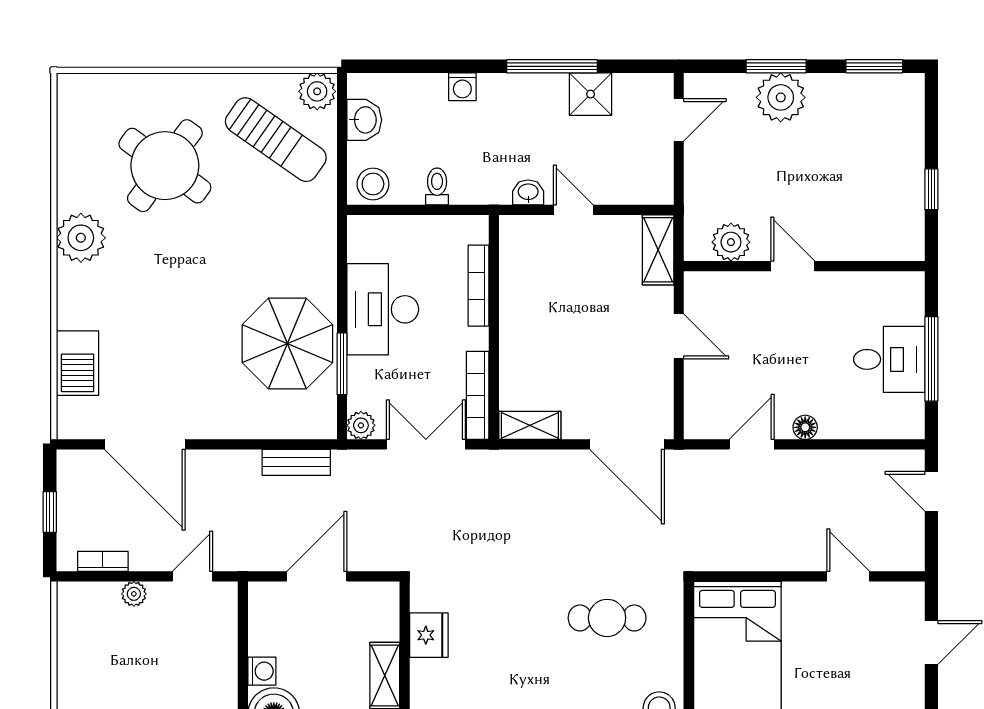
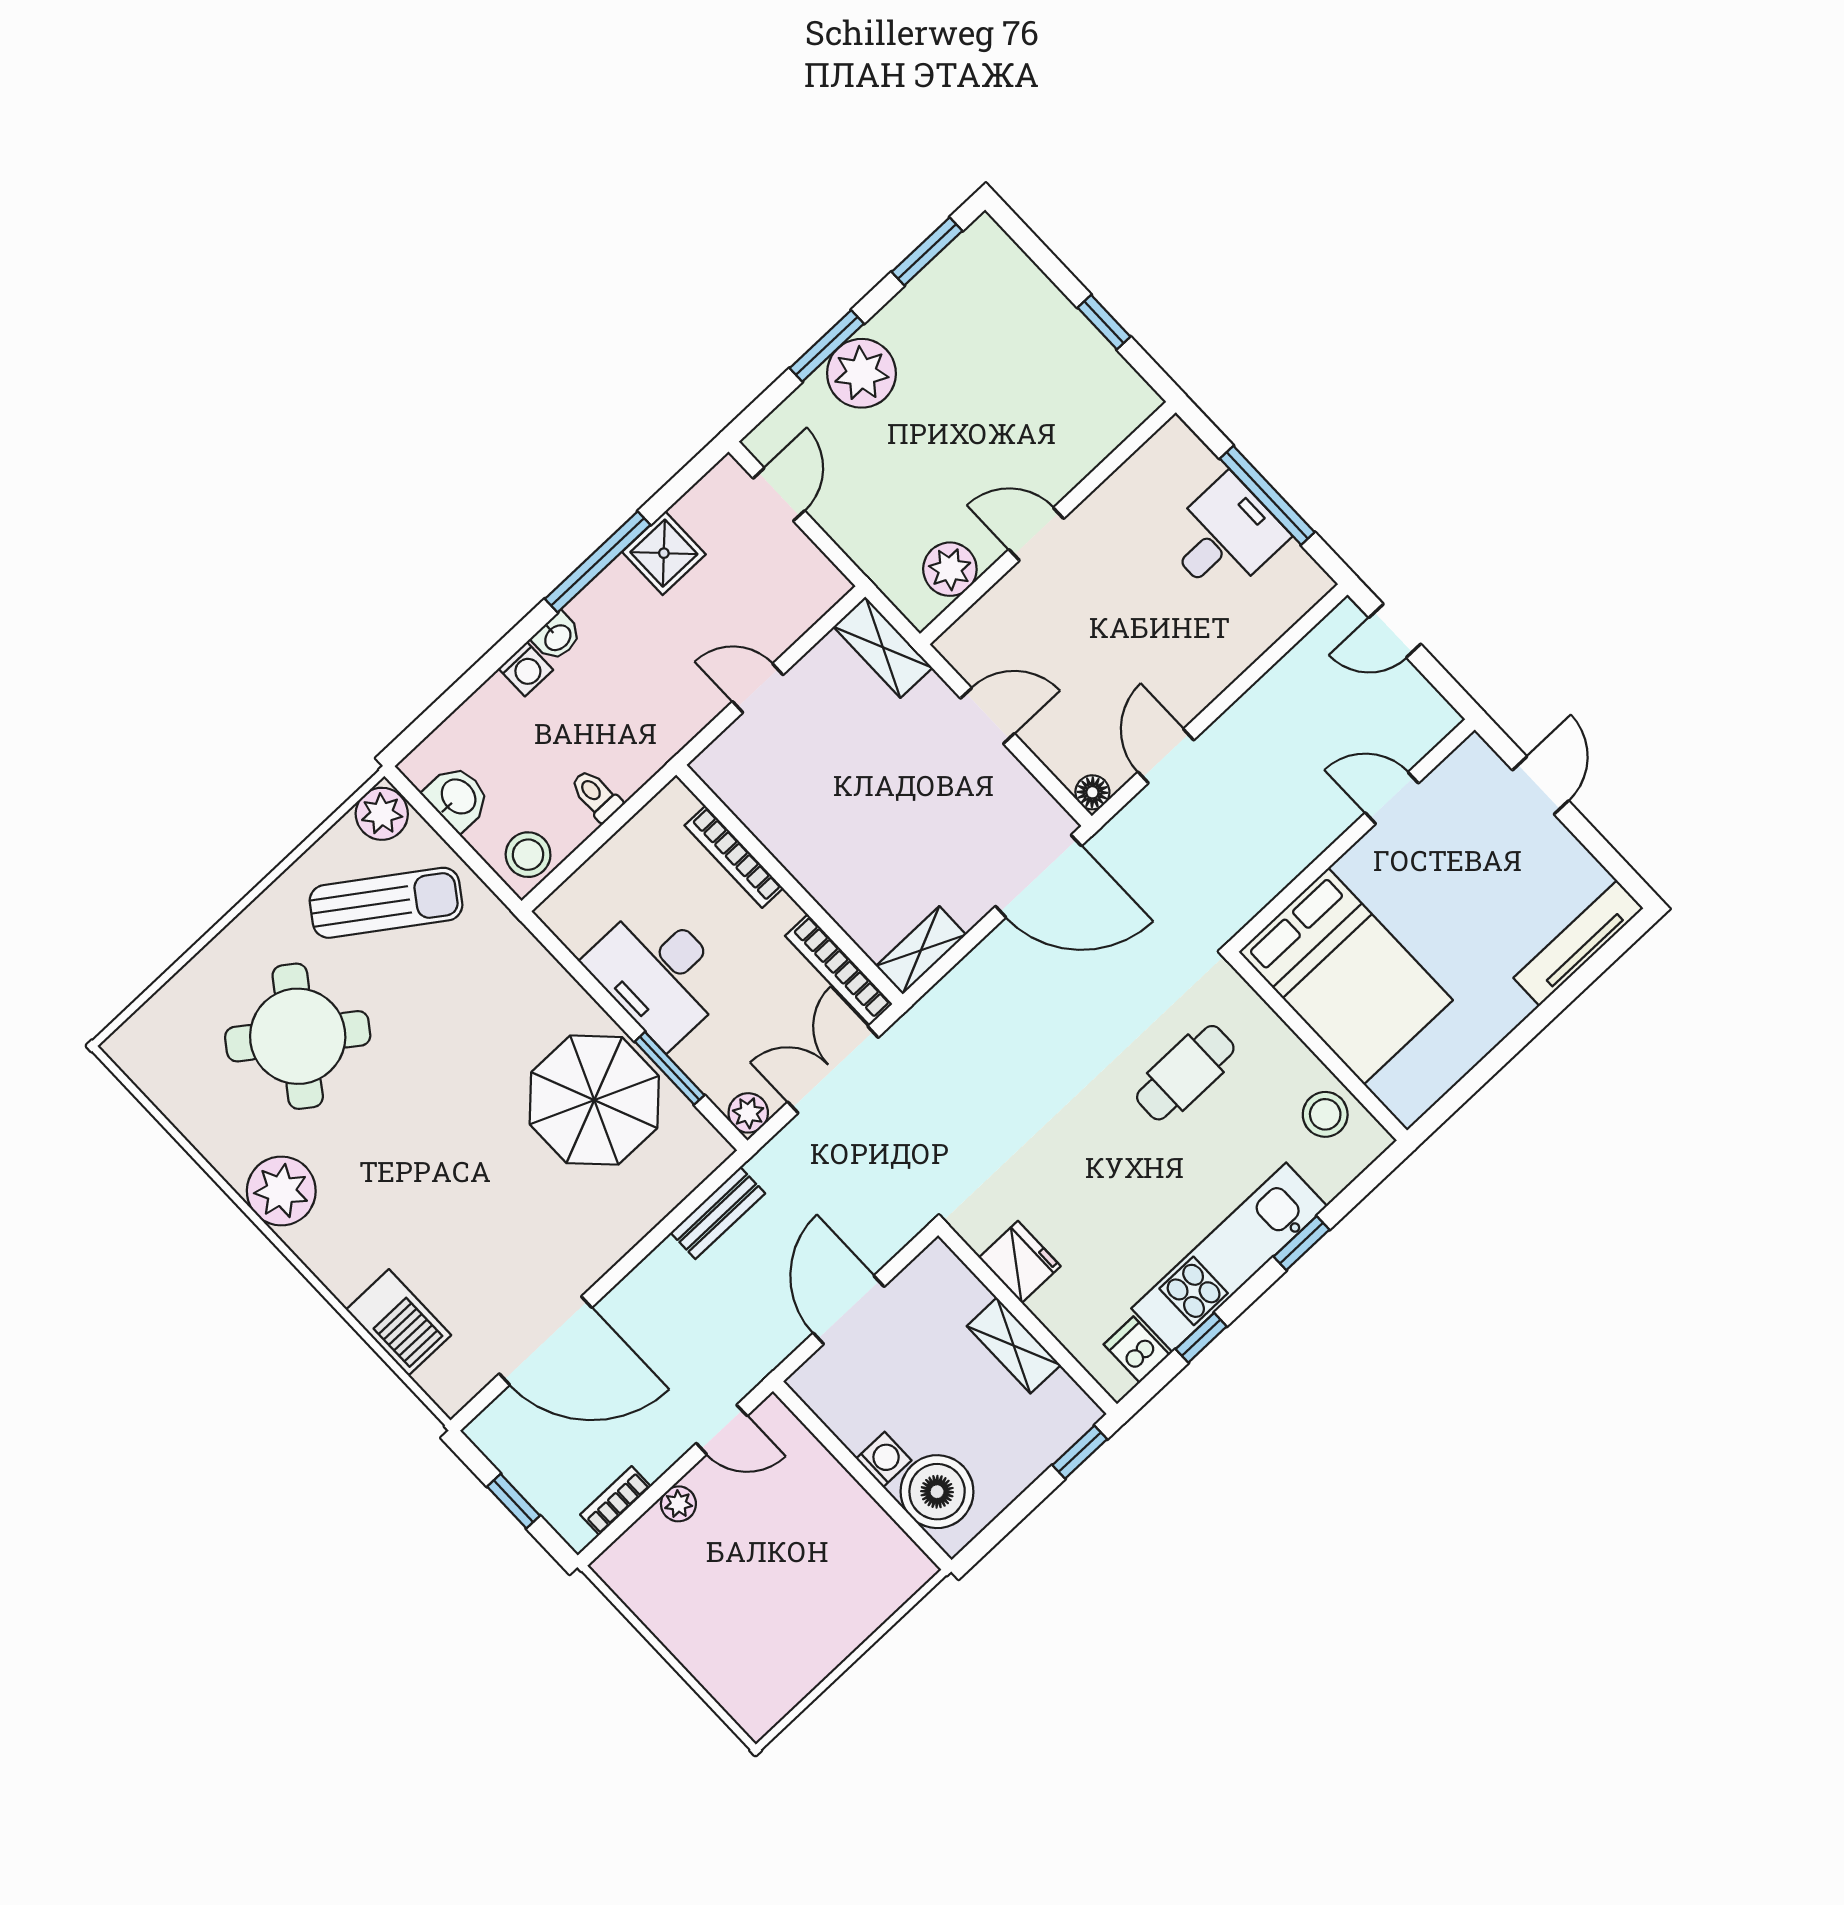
washbasin: (528, 192) -> (557, 637), moved, turned 180
floor lamp: (805, 427) -> (1092, 792), moved
door: (193, 576) -> (722, 1430), swing flipped

